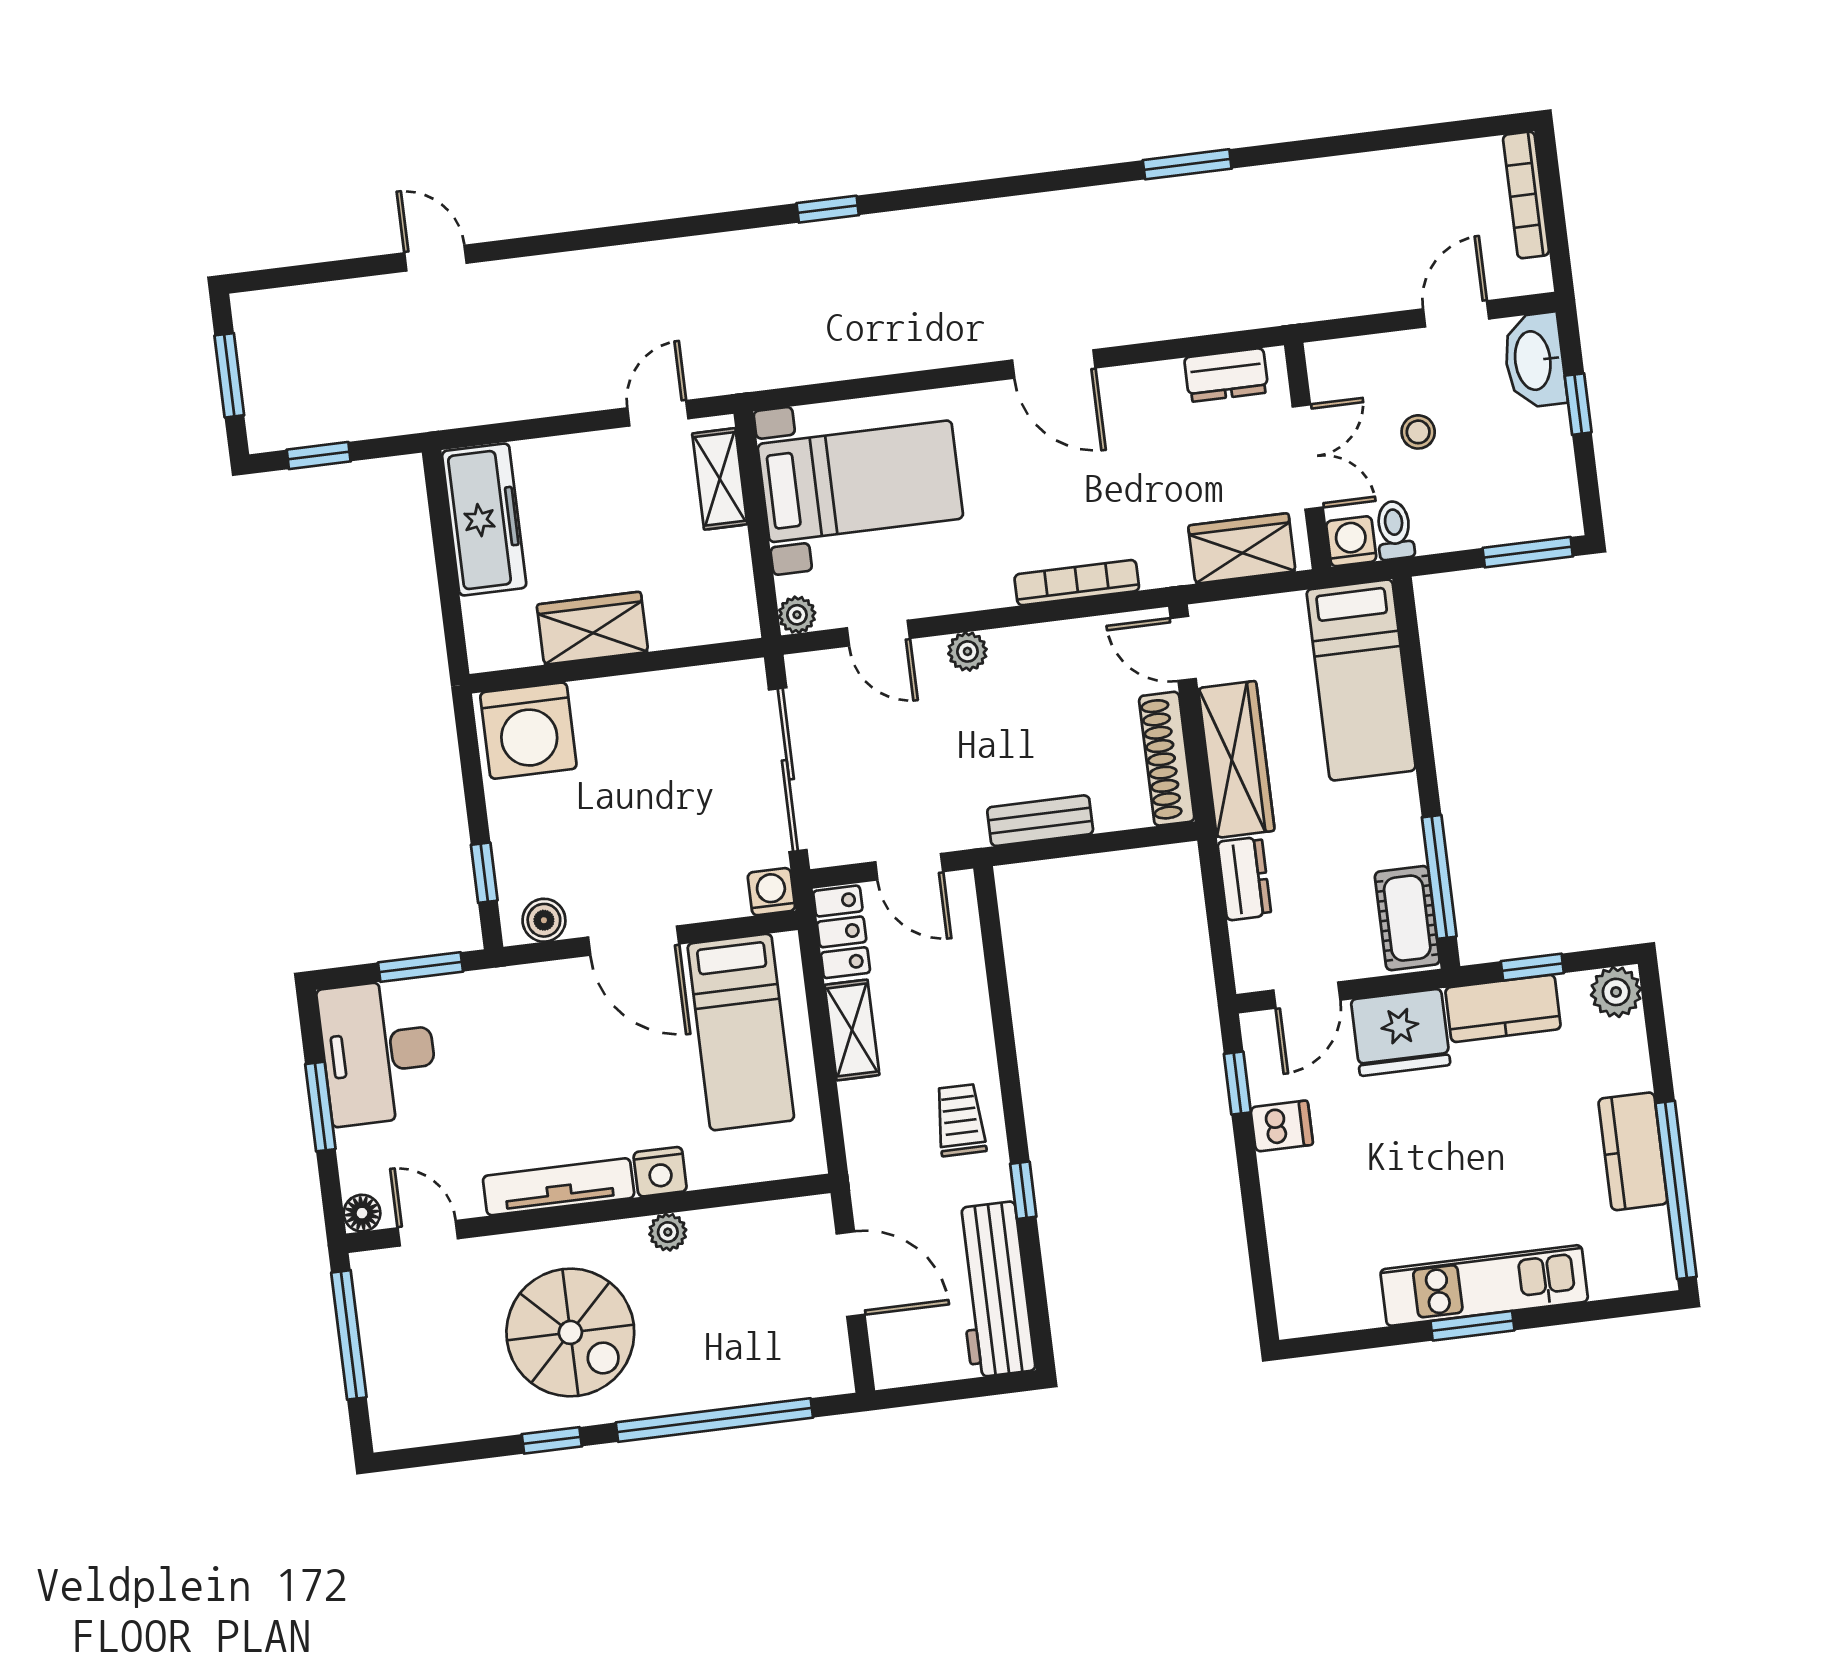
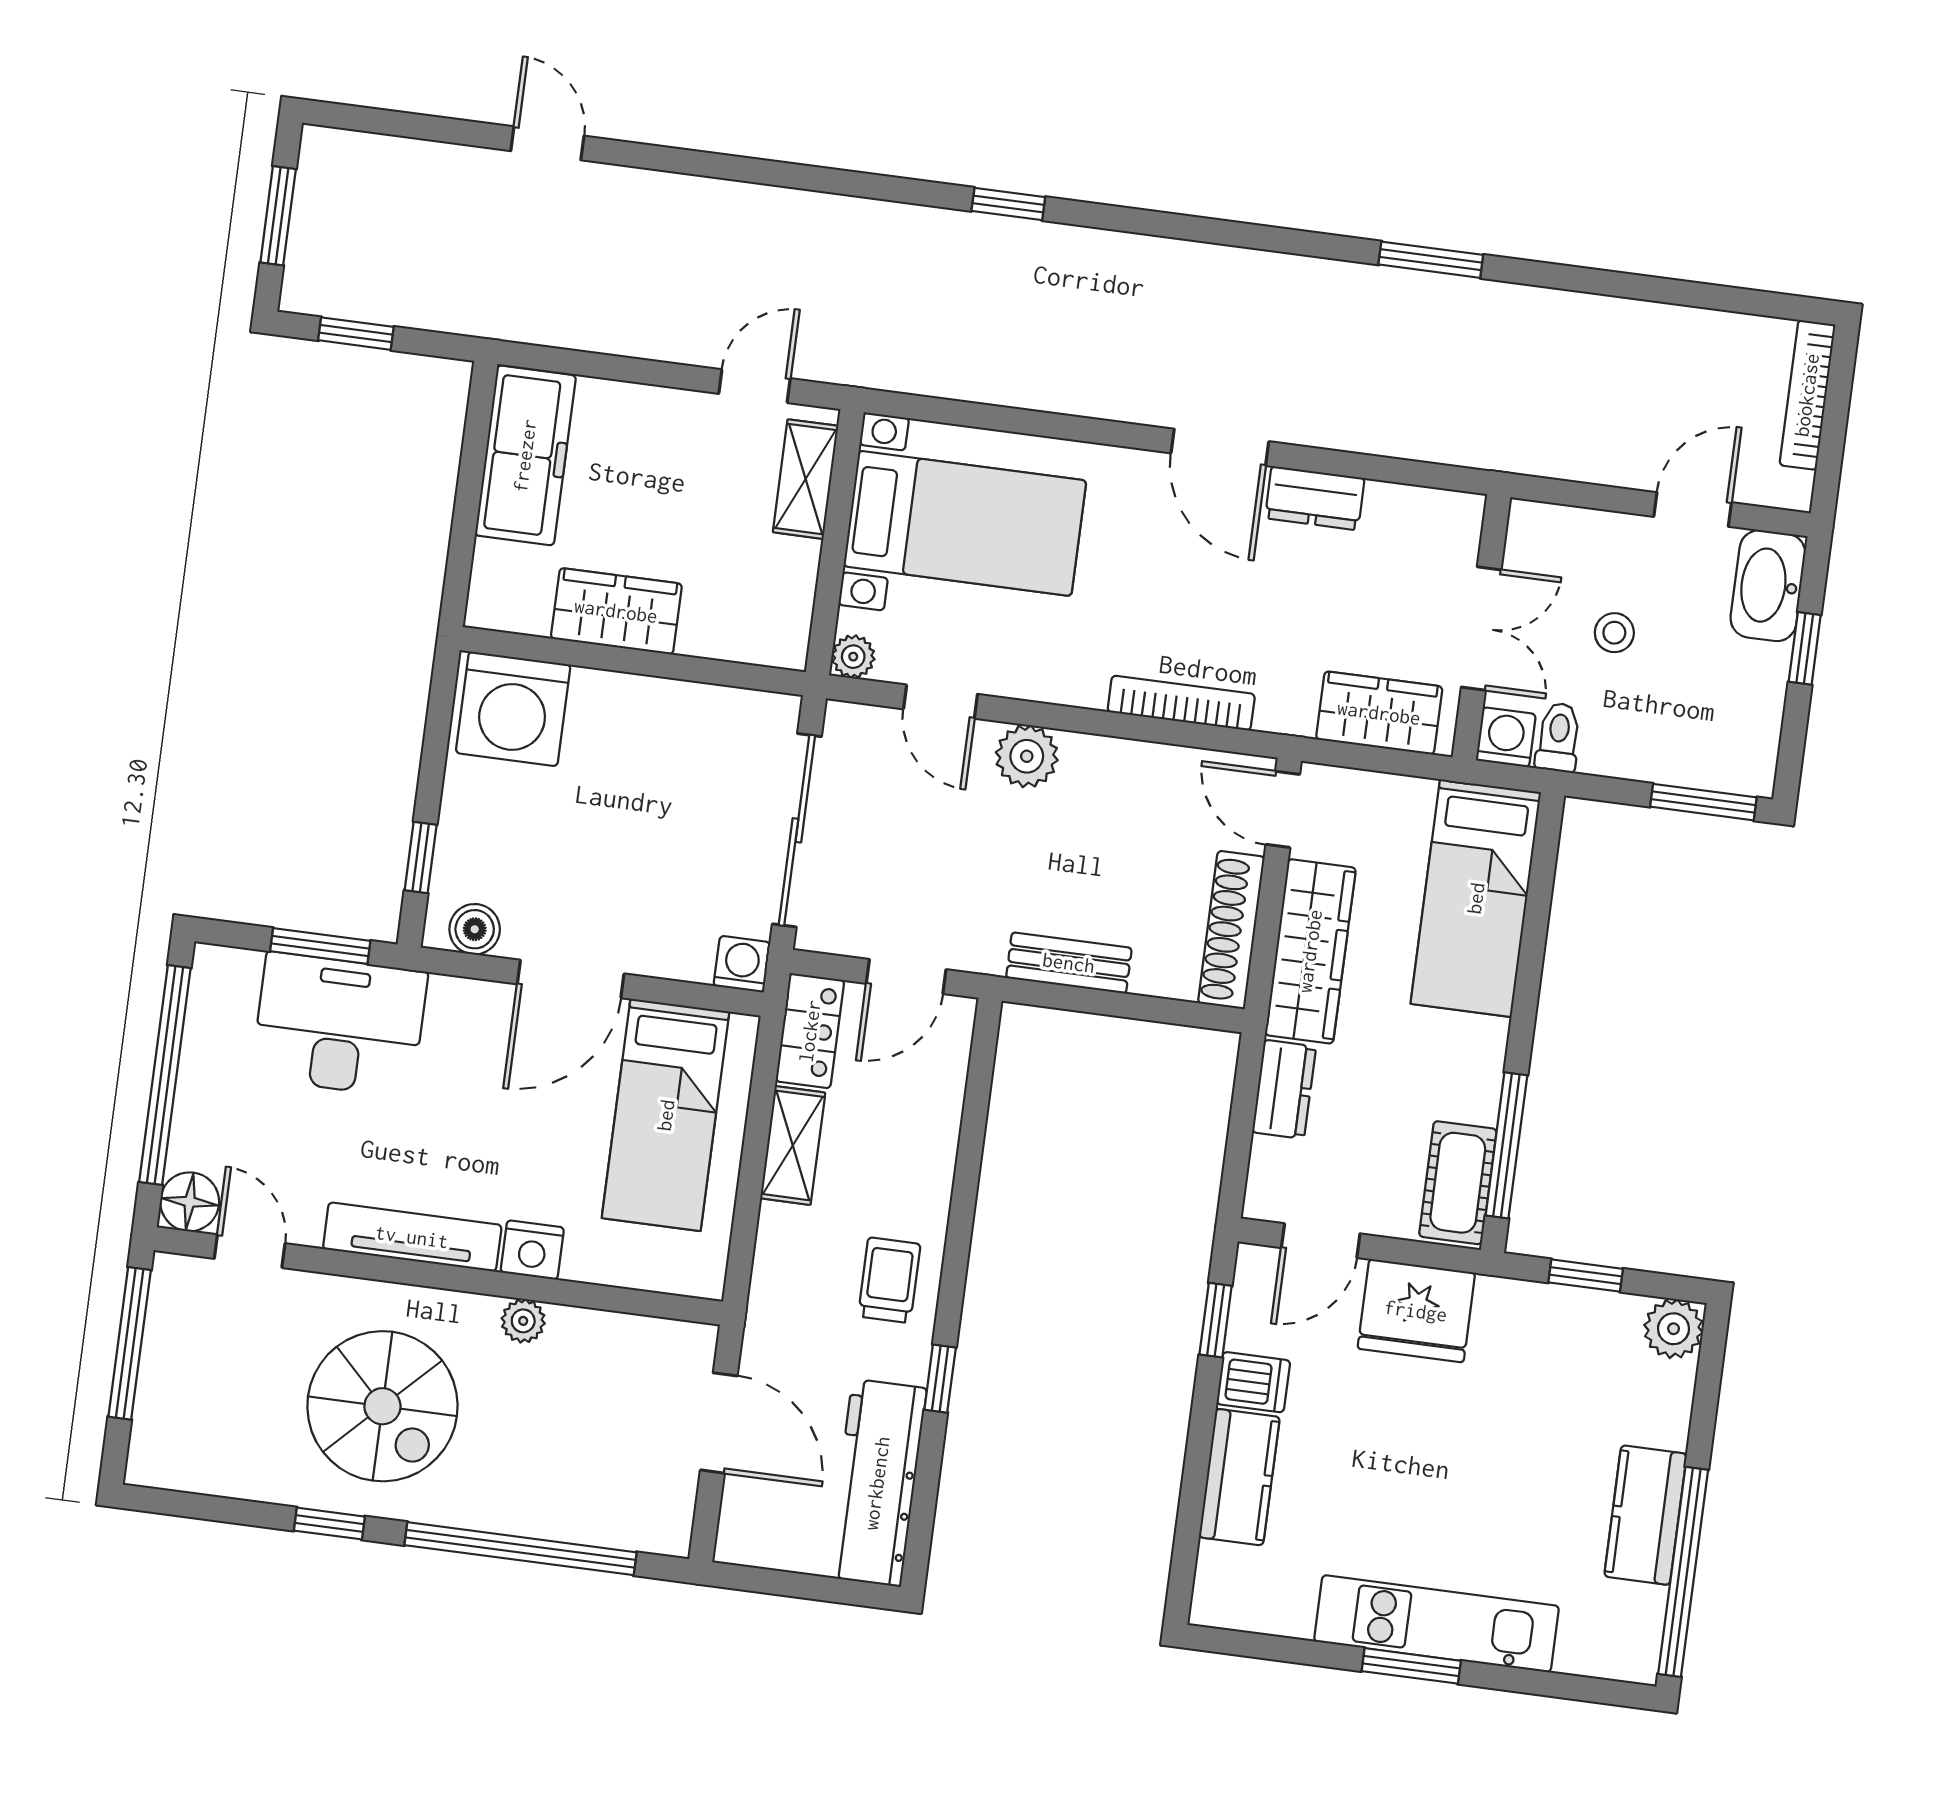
dresser: (1226, 375) -> (1315, 498), moved
plant: (967, 651) -> (1027, 756), width x1.38, depth x1.38
door: (909, 867) -> (906, 977), hinge flipped
door: (634, 941) -> (571, 979), hinge flipped
kitchen counter: (1503, 1008) -> (1239, 1477), moved, turned -90
desk: (378, 1052) -> (339, 1025), moved, turned 90
window: (320, 1107) -> (165, 1075), width x2.11
floor lamp: (362, 1213) -> (190, 1202), width x1.37, depth x1.37

